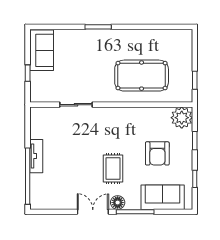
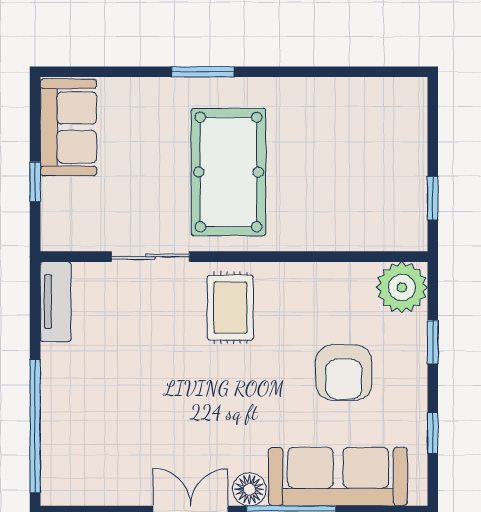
pool table: (142, 76) -> (229, 172), moved, turned 90
tv unit: (36, 156) -> (56, 302), moved
rug: (113, 169) -> (230, 308), moved
sofa: (163, 197) -> (338, 477), width x1.36

